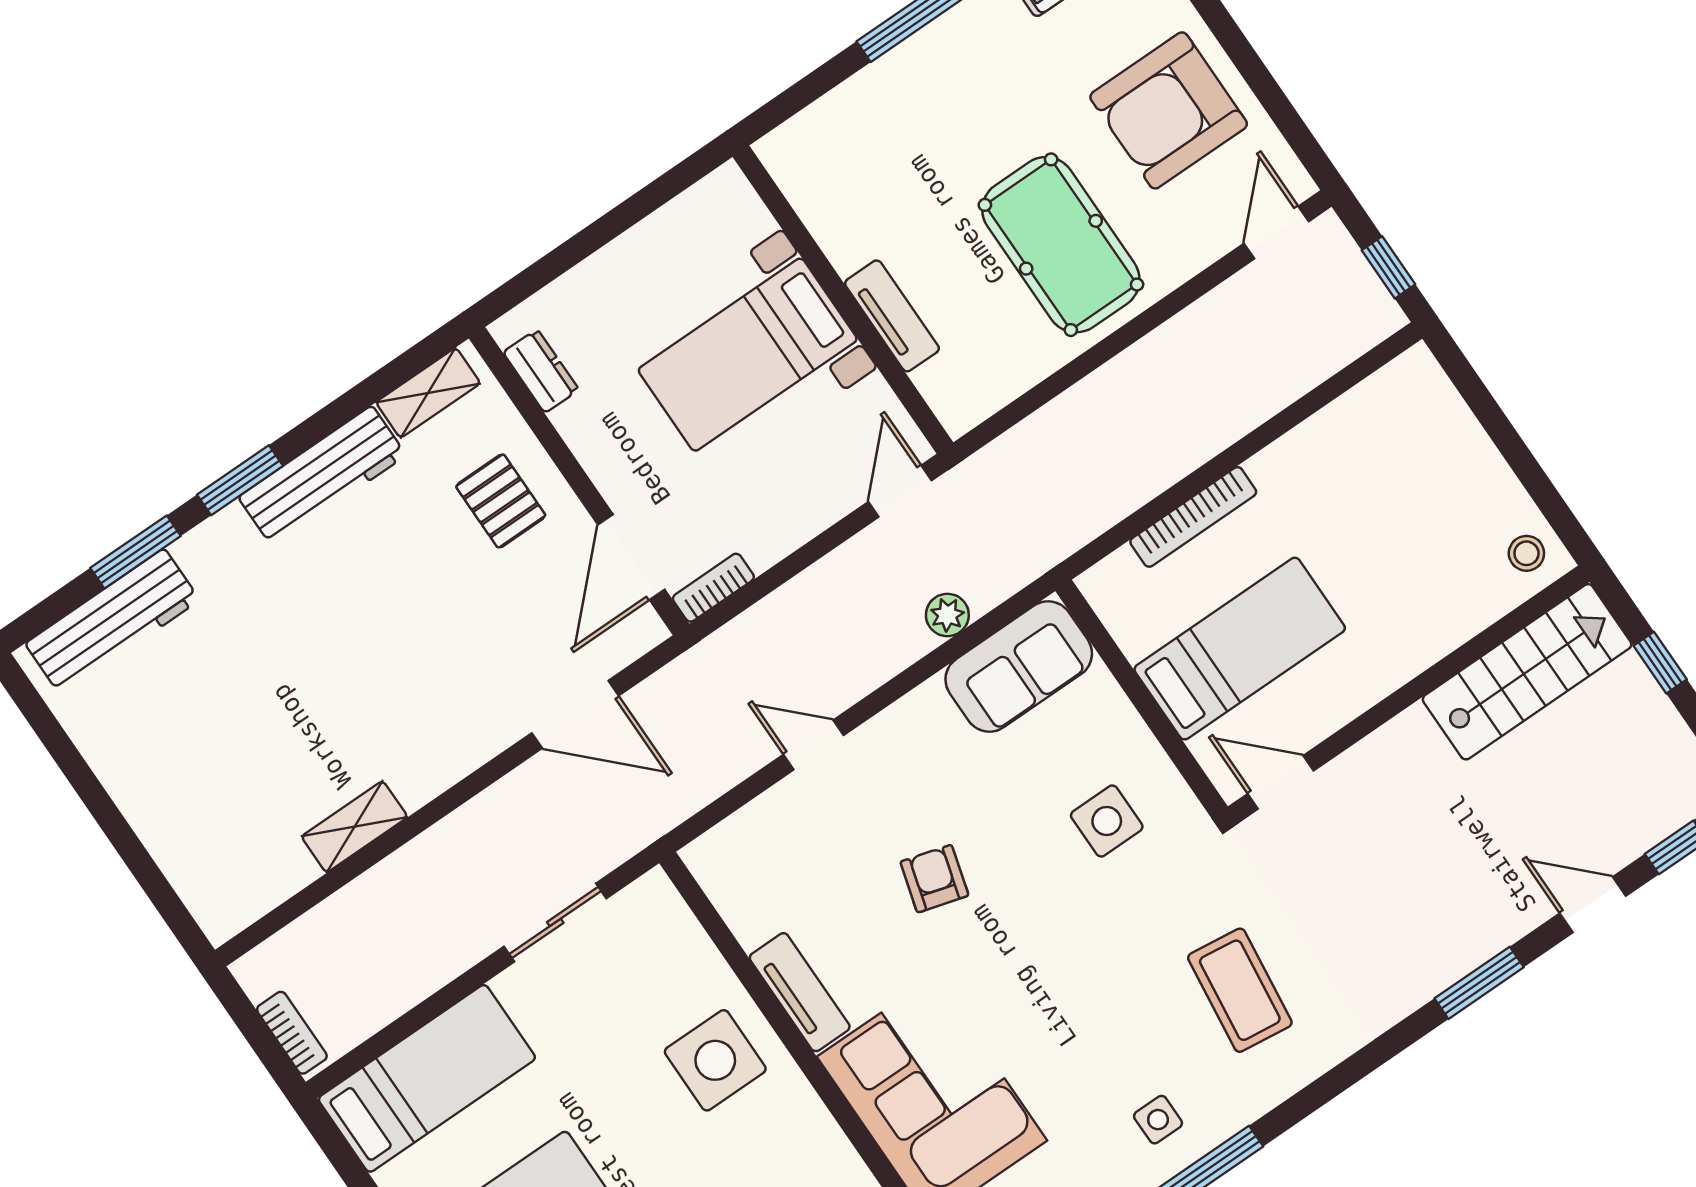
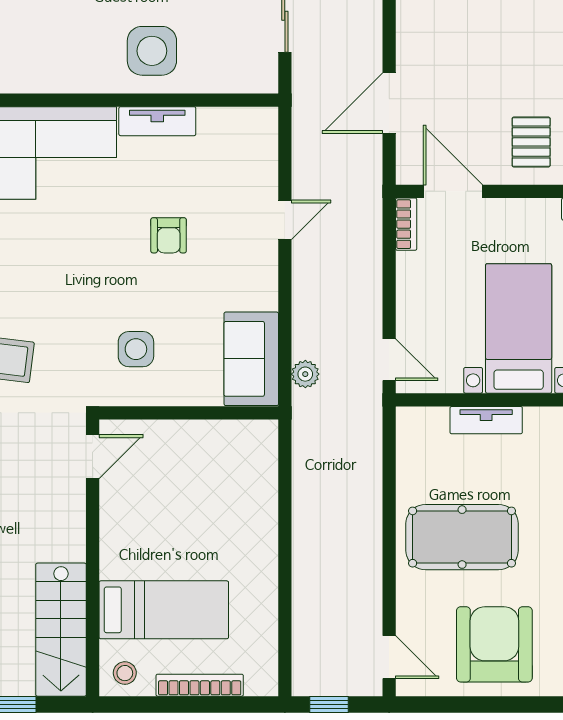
pallet: (501, 501) -> (531, 142), turned 90
bookcase: (1193, 517) -> (200, 685), moved, turned 90
plant: (947, 615) -> (305, 374), moved
bed: (1240, 649) -> (164, 610), moved, turned -90
armchair: (934, 879) -> (169, 235), turned 74

